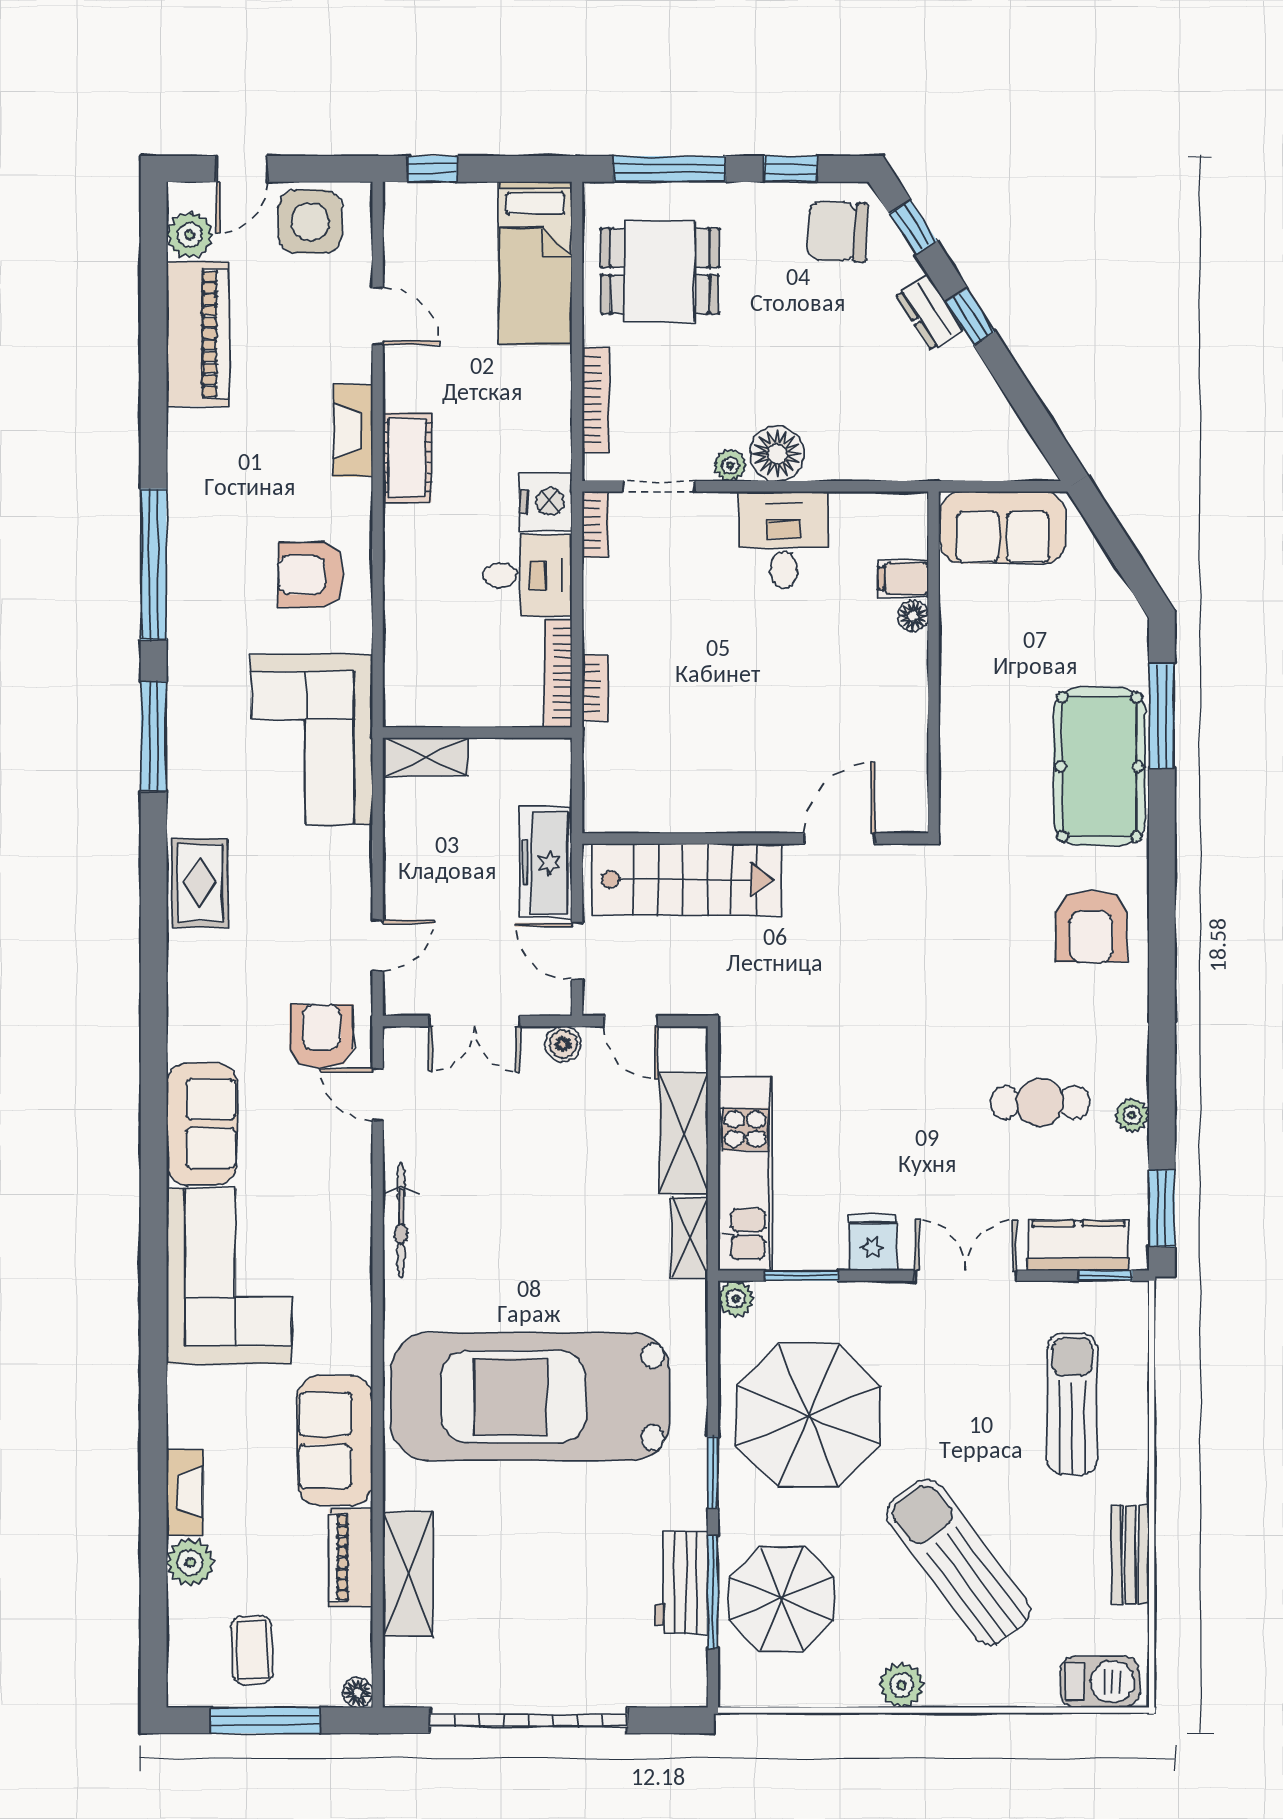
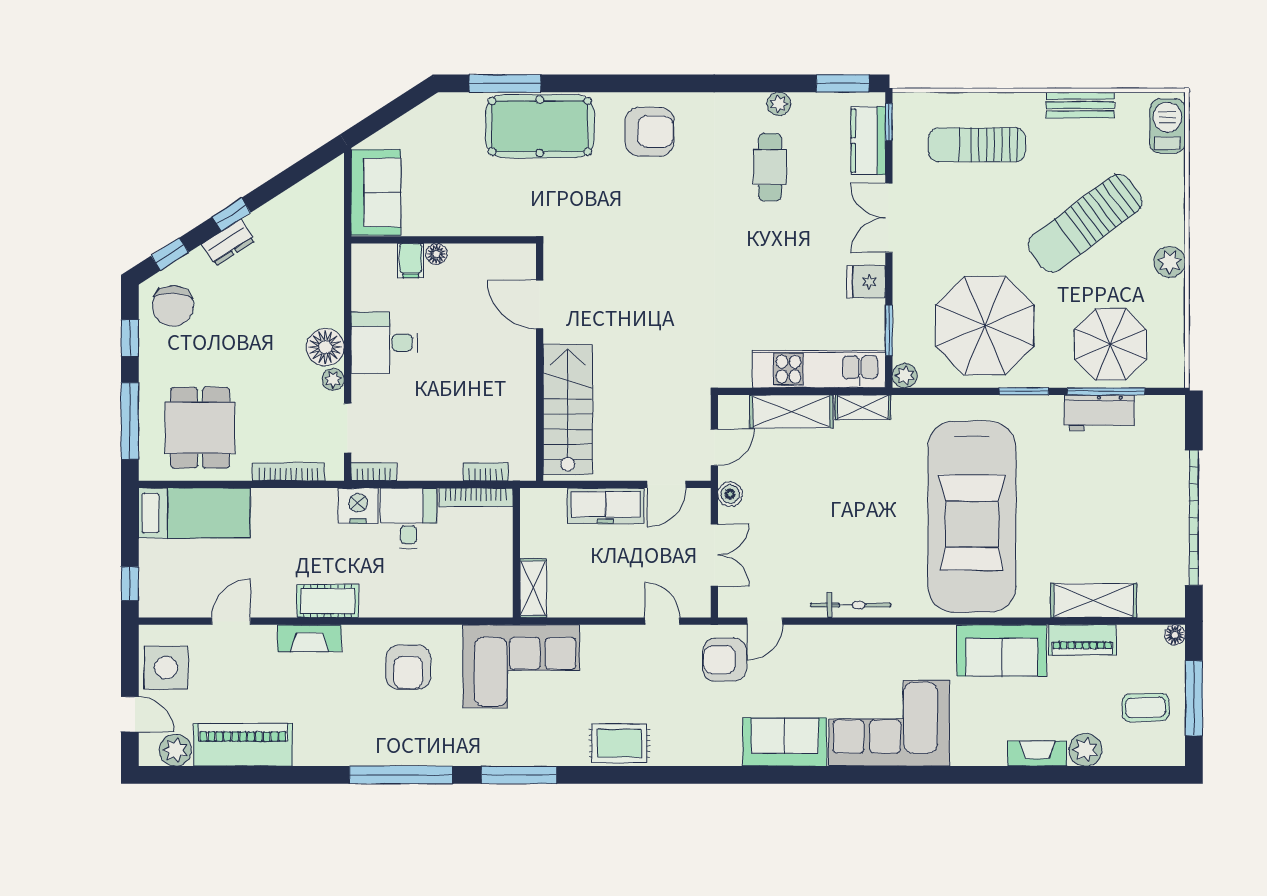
wall: (755, 839) -> (540, 362), moved
door: (839, 839) -> (540, 304), moved
stairs: (686, 879) -> (568, 409), moved

